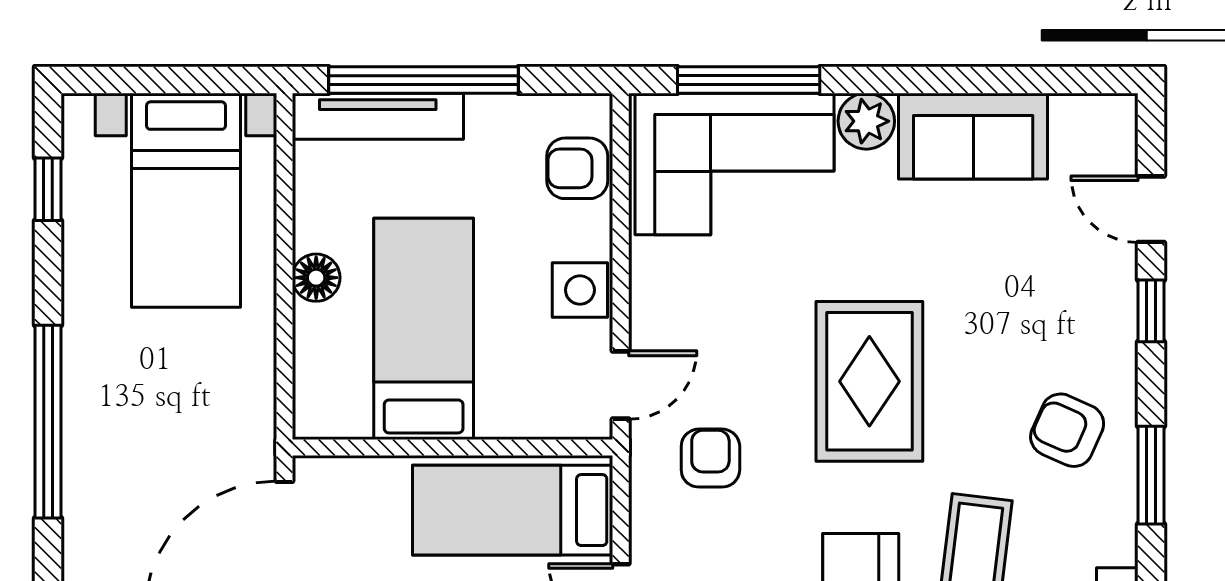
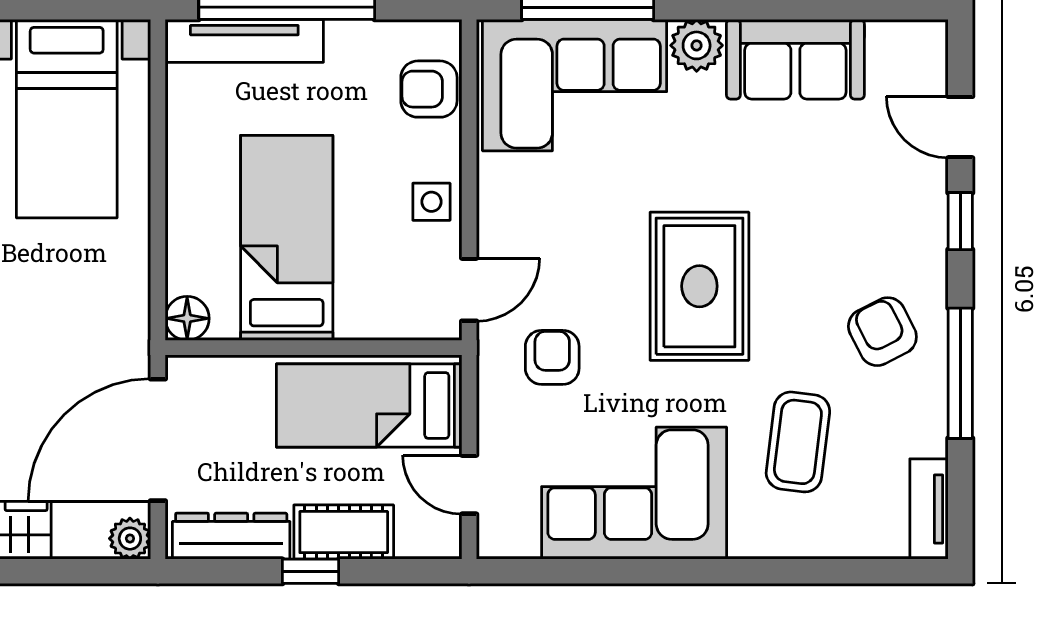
floor lamp: (316, 278) -> (187, 318), moved
side table: (580, 290) -> (431, 202), width x0.73, depth x0.73
armchair: (1067, 430) -> (882, 332), turned 39
window: (1151, 475) -> (960, 373), width x1.44

